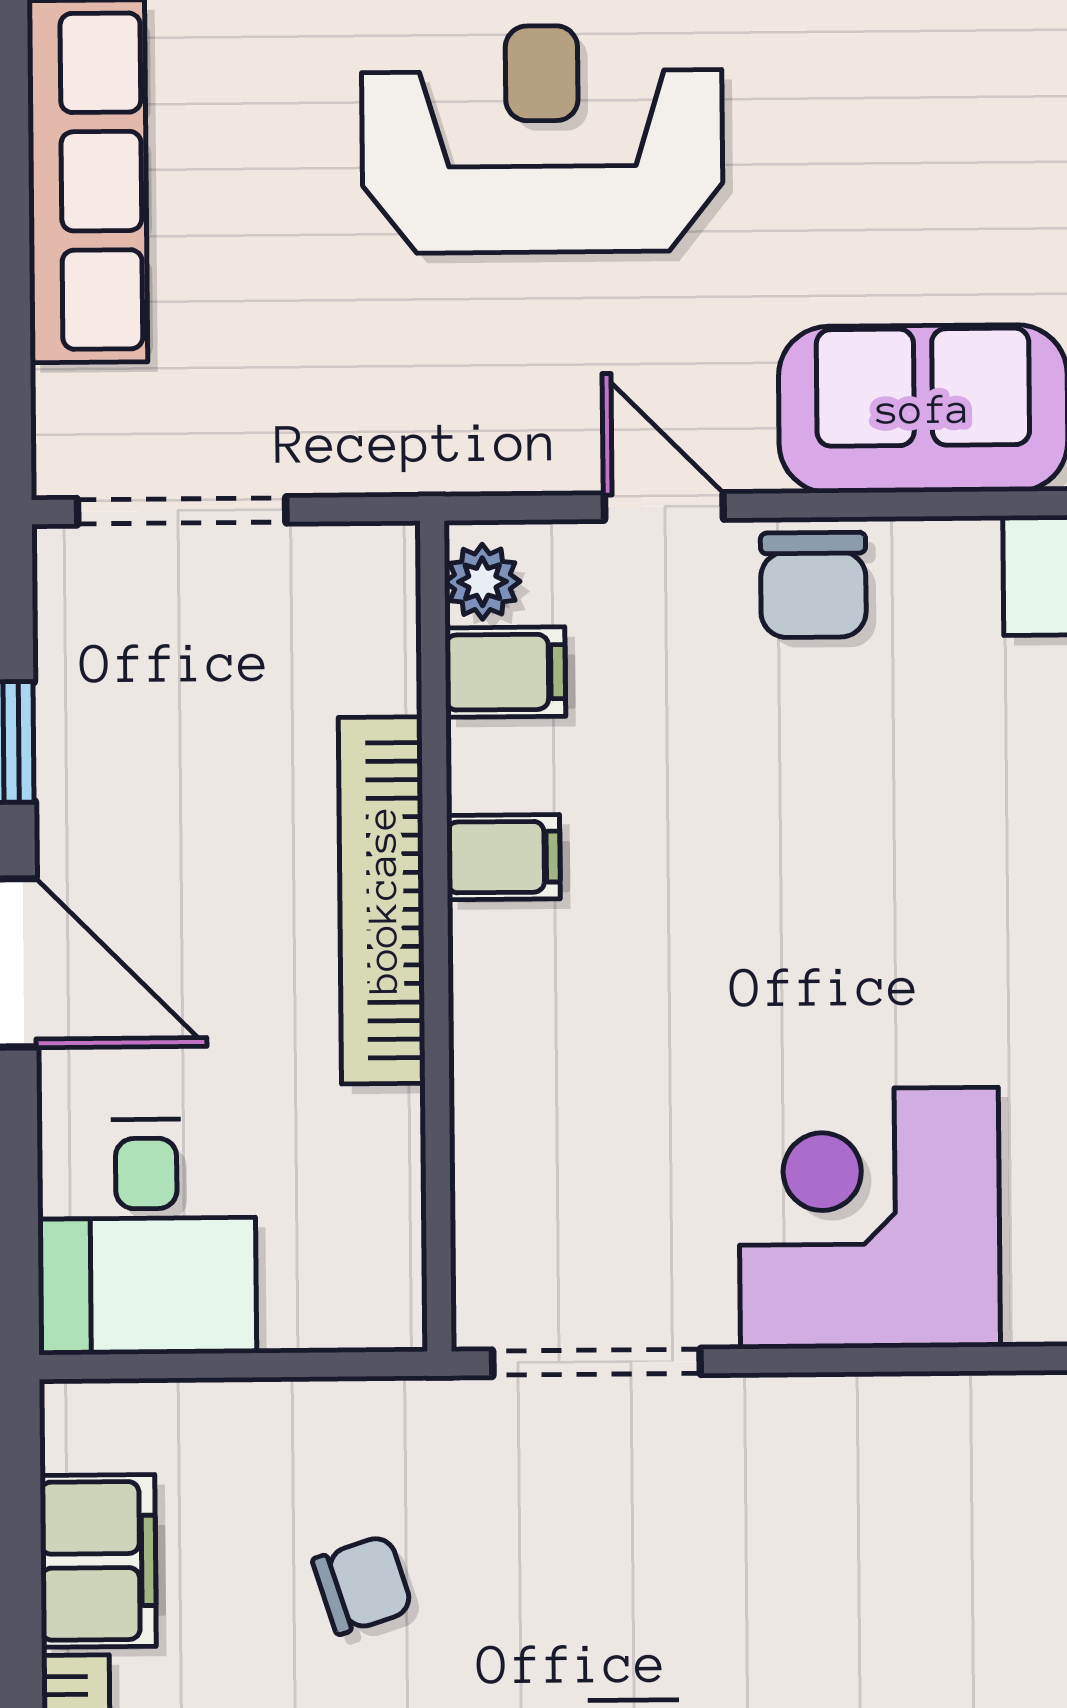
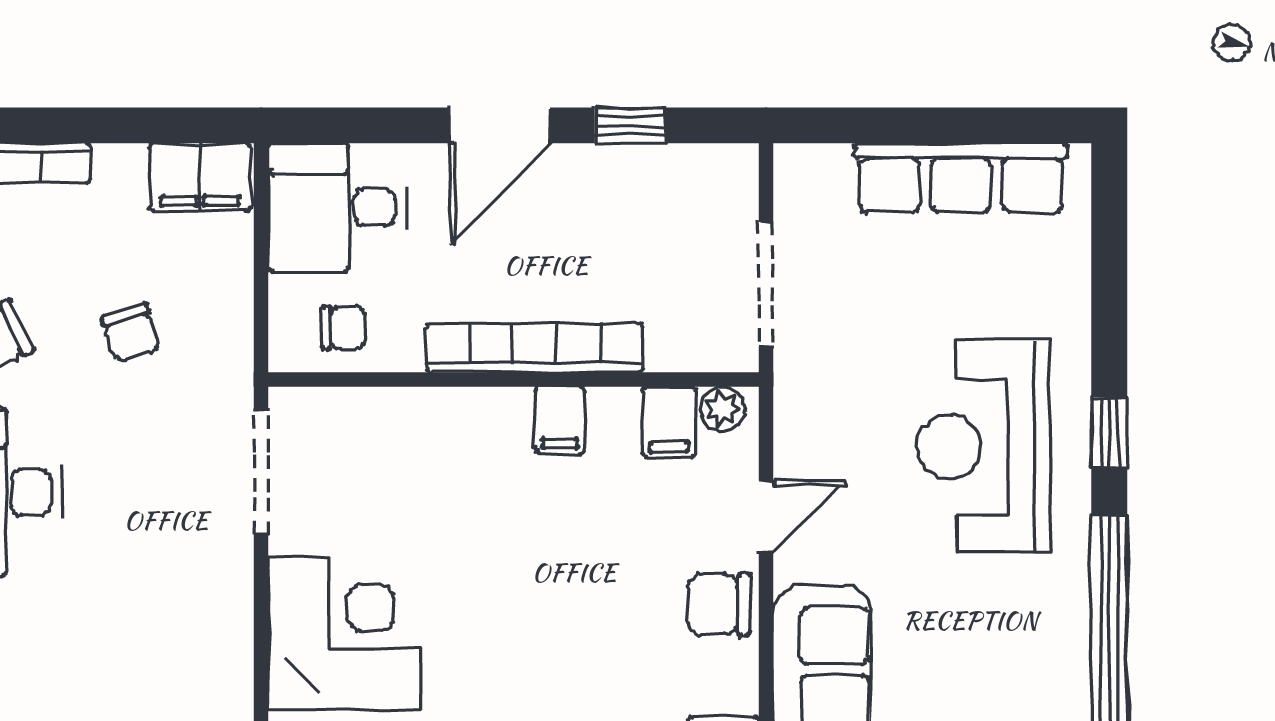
reception desk: (542, 139) -> (984, 447), turned 180
doorway: (182, 511) -> (766, 284), moved
chair: (351, 1224) -> (344, 328), added
filing cabinet: (98, 1561) -> (200, 177), moved

